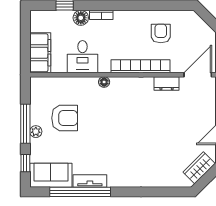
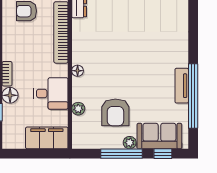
plant: (68, 83) -> (78, 109), added
armchair: (65, 118) -> (115, 112), turned 180
sofa: (51, 175) -> (159, 136), moved, turned 90

